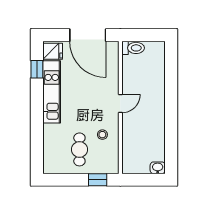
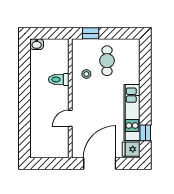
door: (88, 35) -> (100, 164), hinge flipped
toilet: (133, 48) -> (59, 79), moved
door: (120, 103) -> (70, 118), moved

